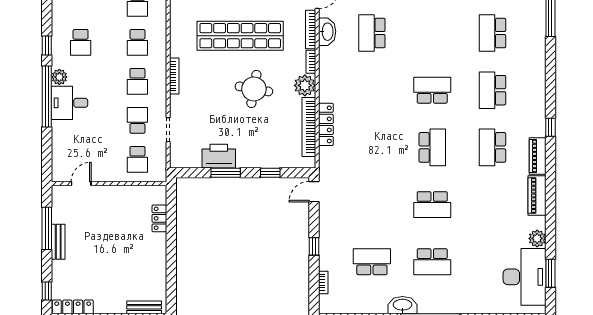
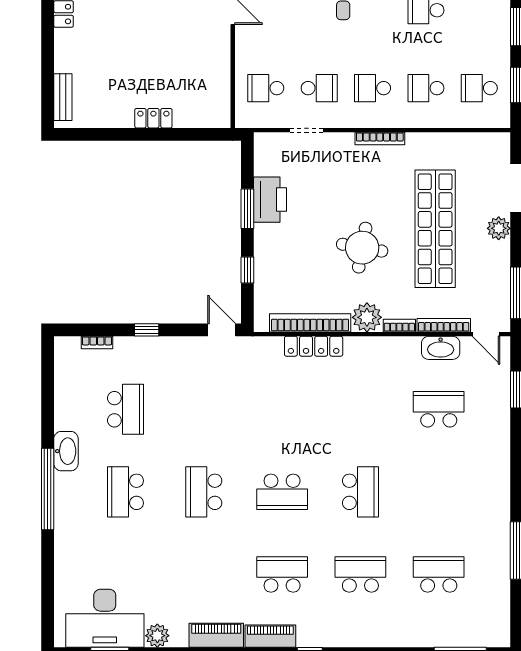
locker: (159, 218) -> (153, 118), moved

